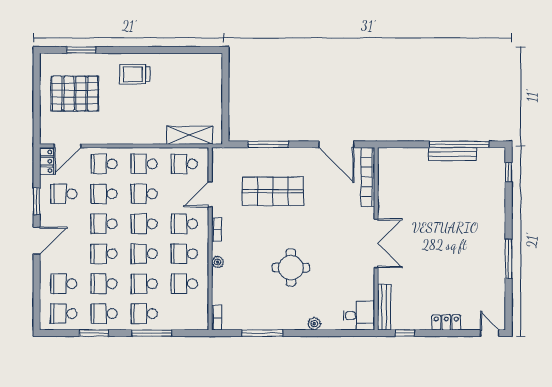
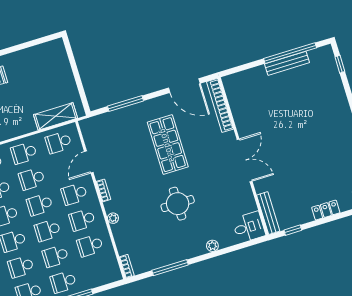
shop shelf: (273, 191) -> (168, 145), moved, turned 90

